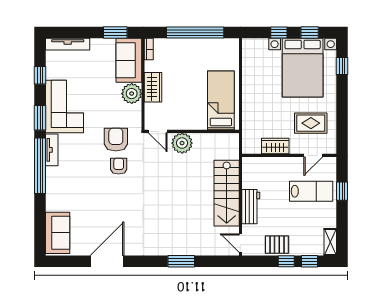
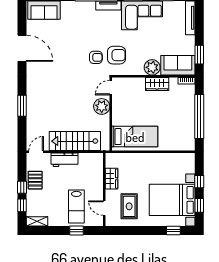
bed: (221, 100) -> (135, 137), moved
door: (158, 131) -> (111, 88), moved
wall: (192, 131) -> (111, 114), moved
plant: (182, 143) -> (102, 106), moved

